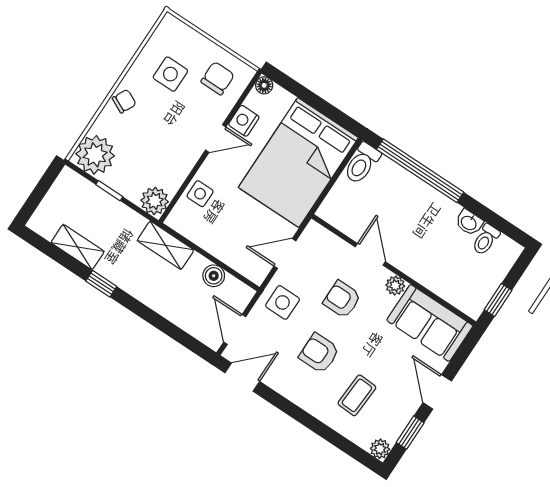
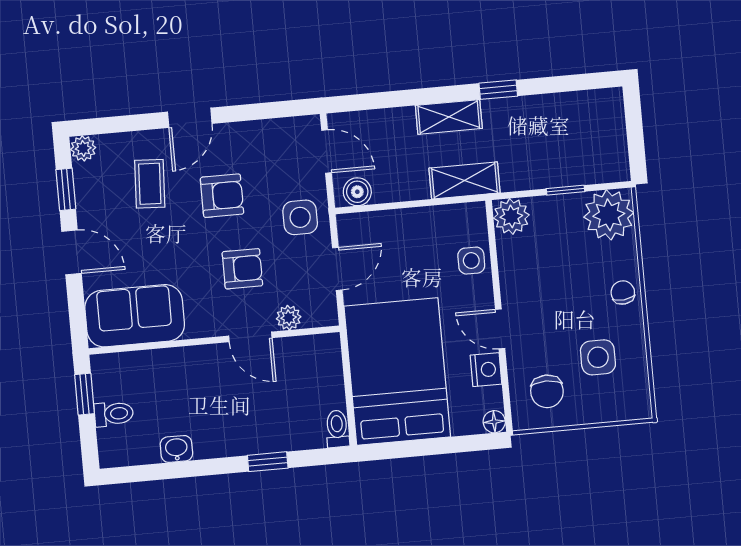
chair: (124, 101) -> (623, 292), turned 148
door: (216, 139) -> (500, 329), hinge flipped
toilet: (362, 163) -> (337, 429), width x0.73, depth x0.72
window: (420, 171) -> (268, 462), width x0.32
toilet: (486, 240) -> (114, 414), moved, turned 90
shelving: (78, 247) -> (449, 117), moved
boiler: (214, 276) -> (357, 192), moved
plant: (395, 286) -> (289, 318), moved
door: (242, 377) -> (190, 118), moved

